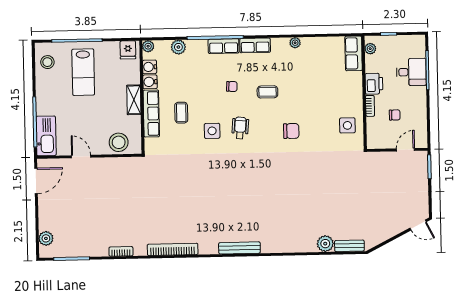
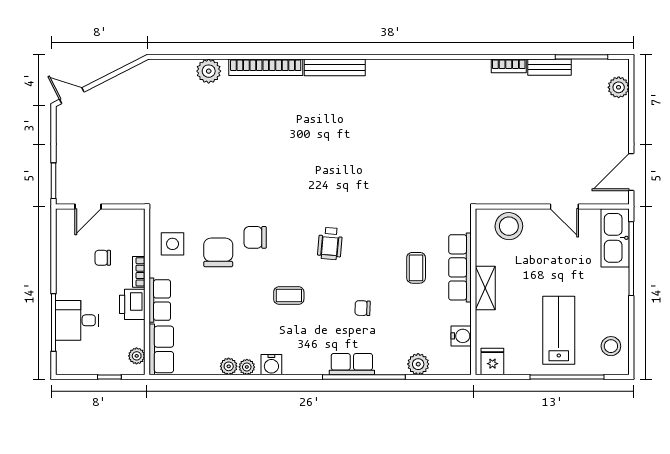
row of seats: (255, 45) -> (160, 300), moved, turned 90
plant: (148, 46) -> (229, 366), moved
water cooler: (150, 82) -> (271, 365), moved, turned 90
chair: (232, 86) -> (363, 308), moved
chair: (316, 120) -> (218, 252), added
side table: (212, 131) -> (371, 240), removed
bench: (349, 246) -> (549, 67), moved
bookcase: (173, 249) -> (266, 67), moved

